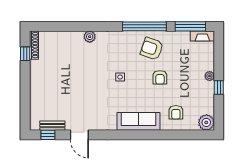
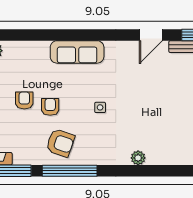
armchair: (176, 112) -> (24, 100), moved
door: (79, 135) -> (151, 35), swing flipped

